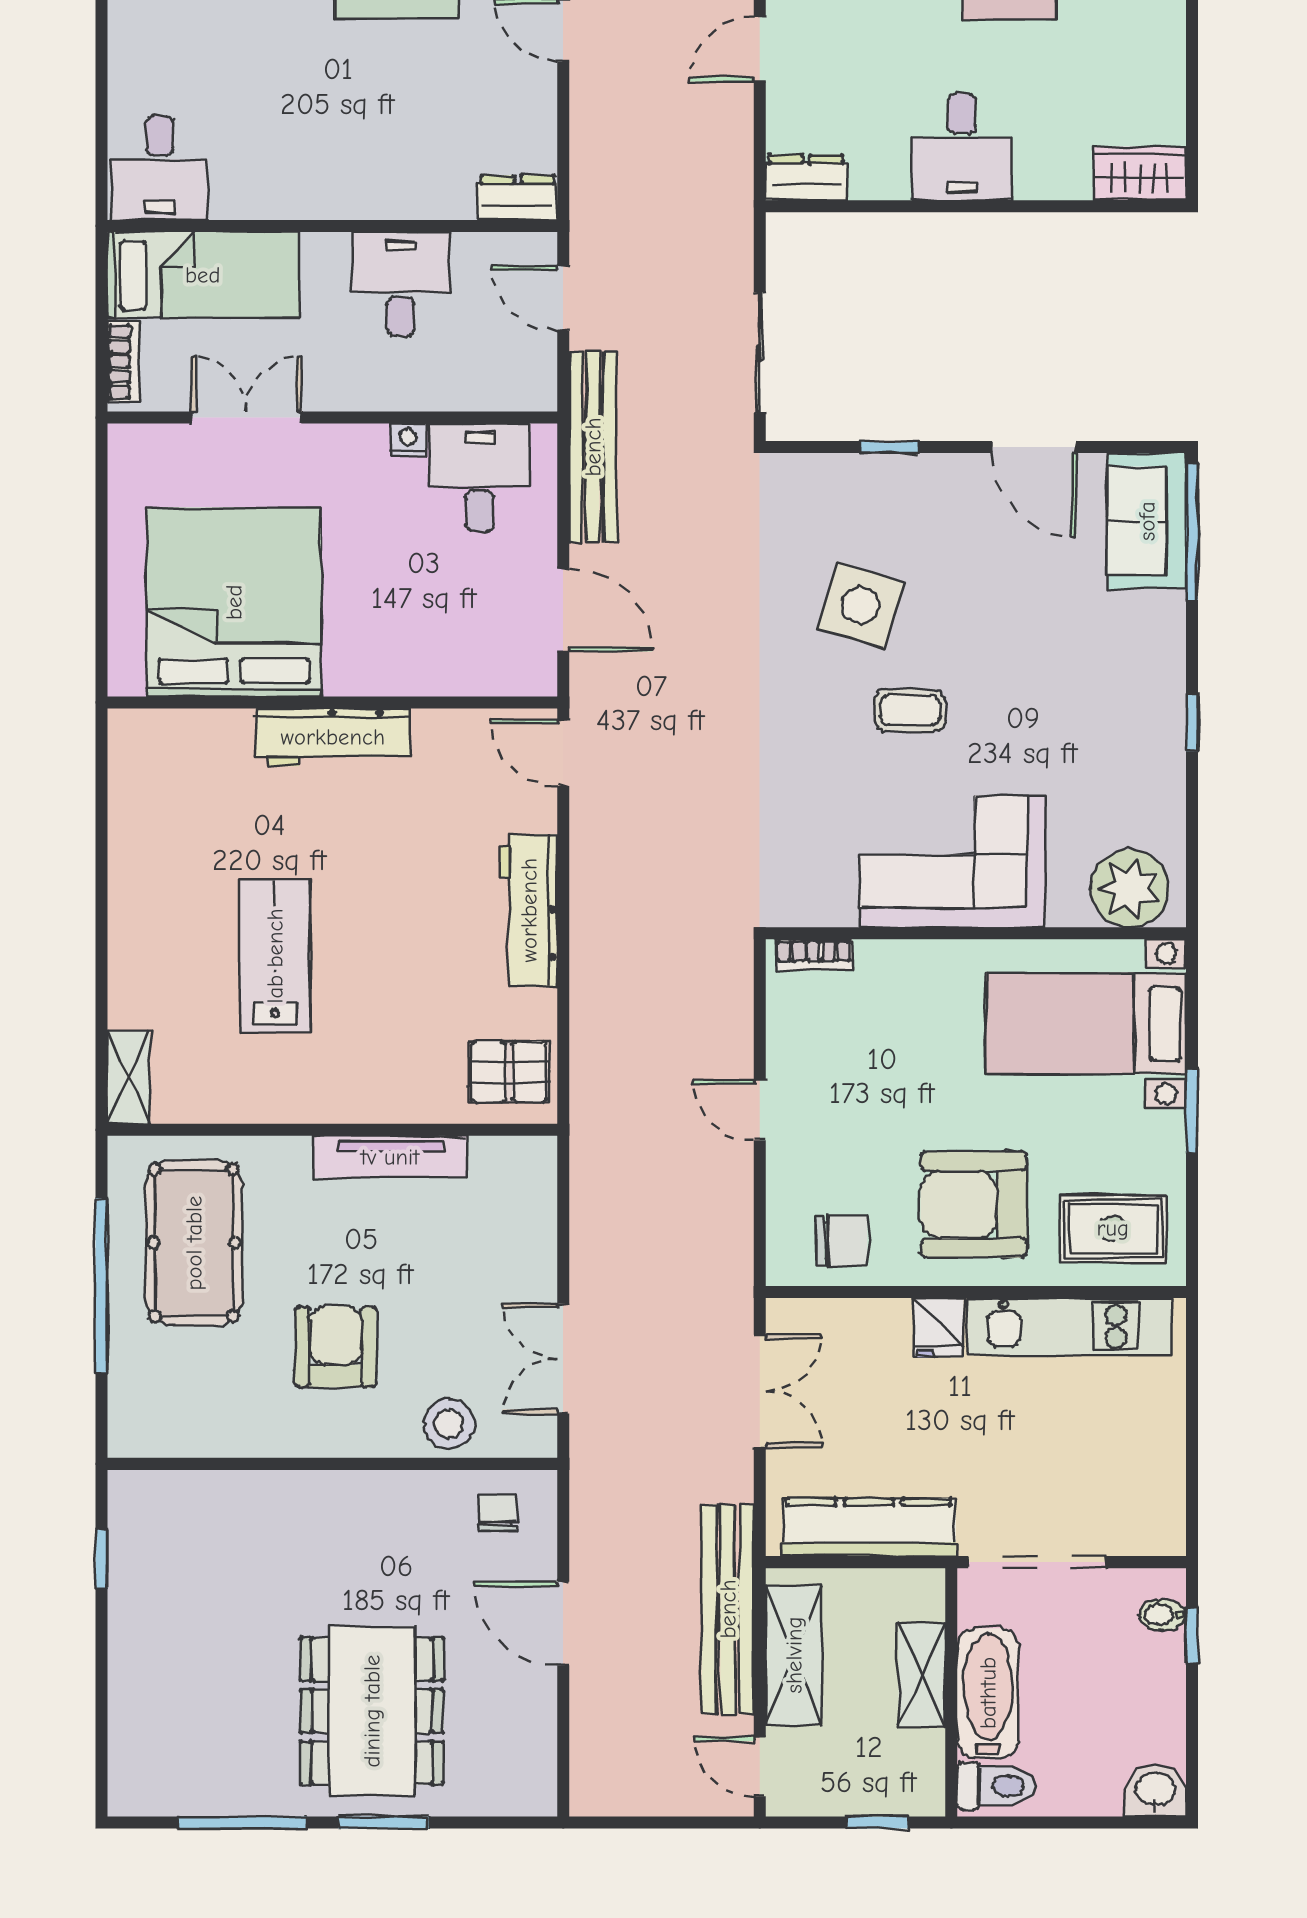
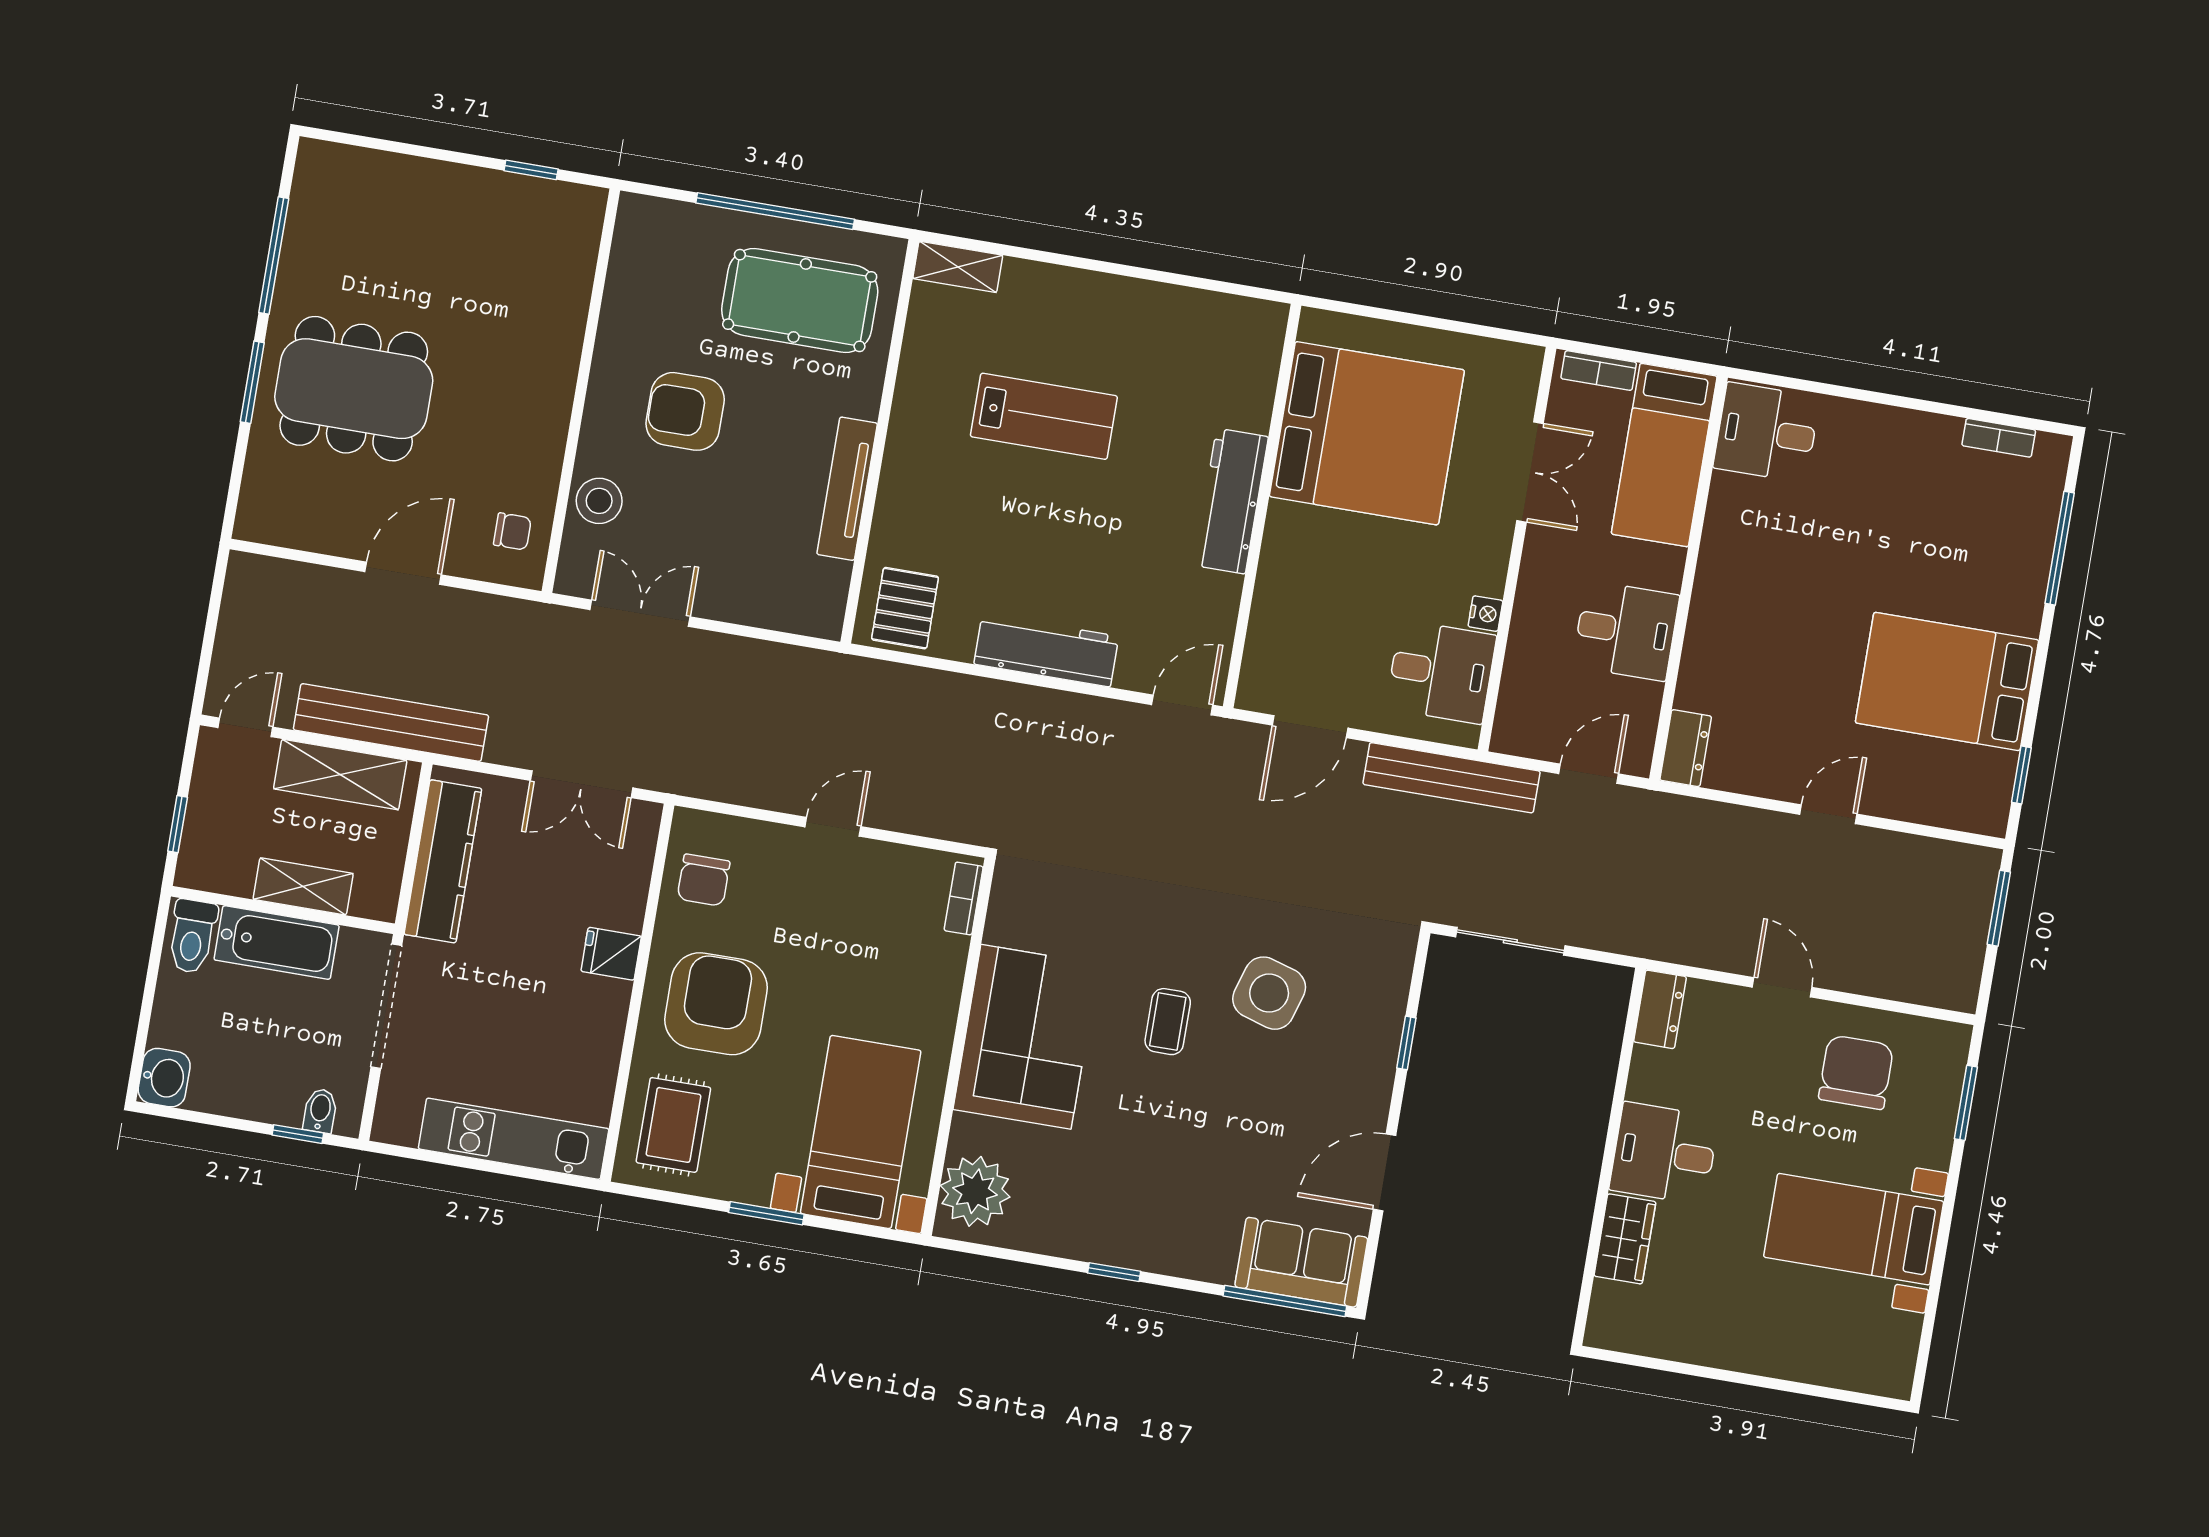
wardrobe: (1140, 174) -> (1625, 1239), moved
kitchen unit: (1069, 1327) -> (514, 1139), moved, turned 90
armchair: (336, 1347) -> (685, 411), turned 180

